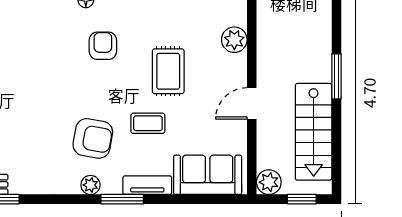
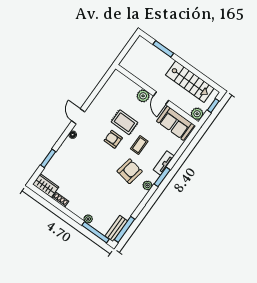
plant: (234, 40) -> (143, 96), moved
armchair: (103, 46) -> (113, 139), moved
window: (336, 76) -> (163, 49), moved
sofa: (208, 175) -> (175, 123), moved, turned -90

